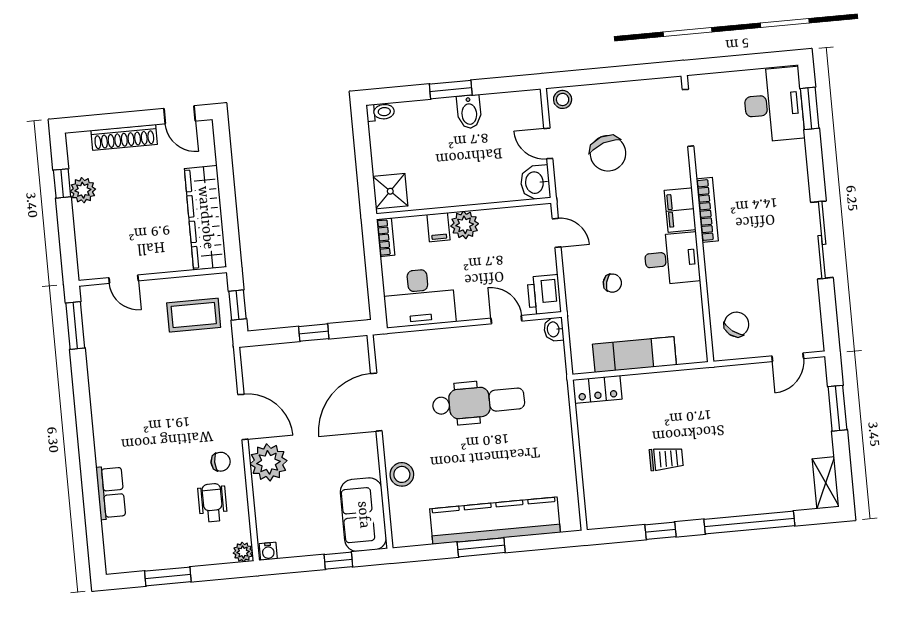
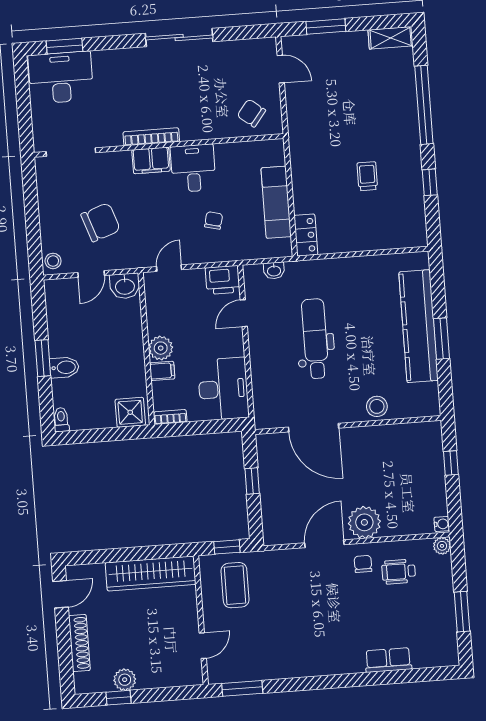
bidet: (469, 112) -> (64, 367), moved
washbasin: (554, 329) -> (274, 271), moved
sofa: (363, 515) -> (411, 441), removed

